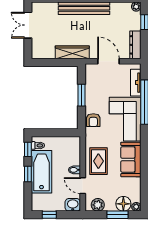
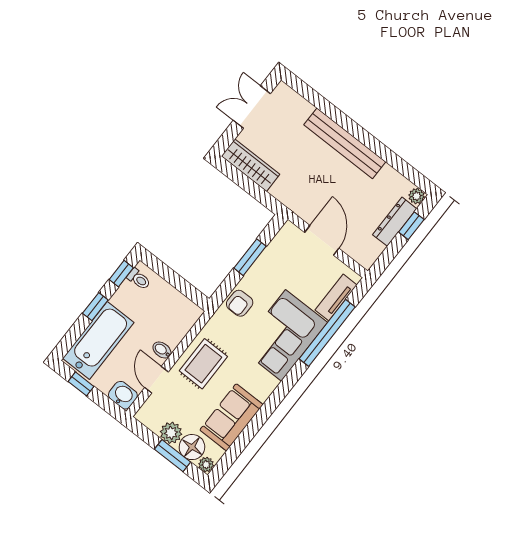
dresser: (135, 45) -> (395, 222), moved
wardrobe: (72, 52) -> (250, 165), moved
sofa: (131, 159) -> (231, 417), moved
bathtub: (42, 172) -> (98, 340), moved
plant: (98, 205) -> (171, 433), moved

